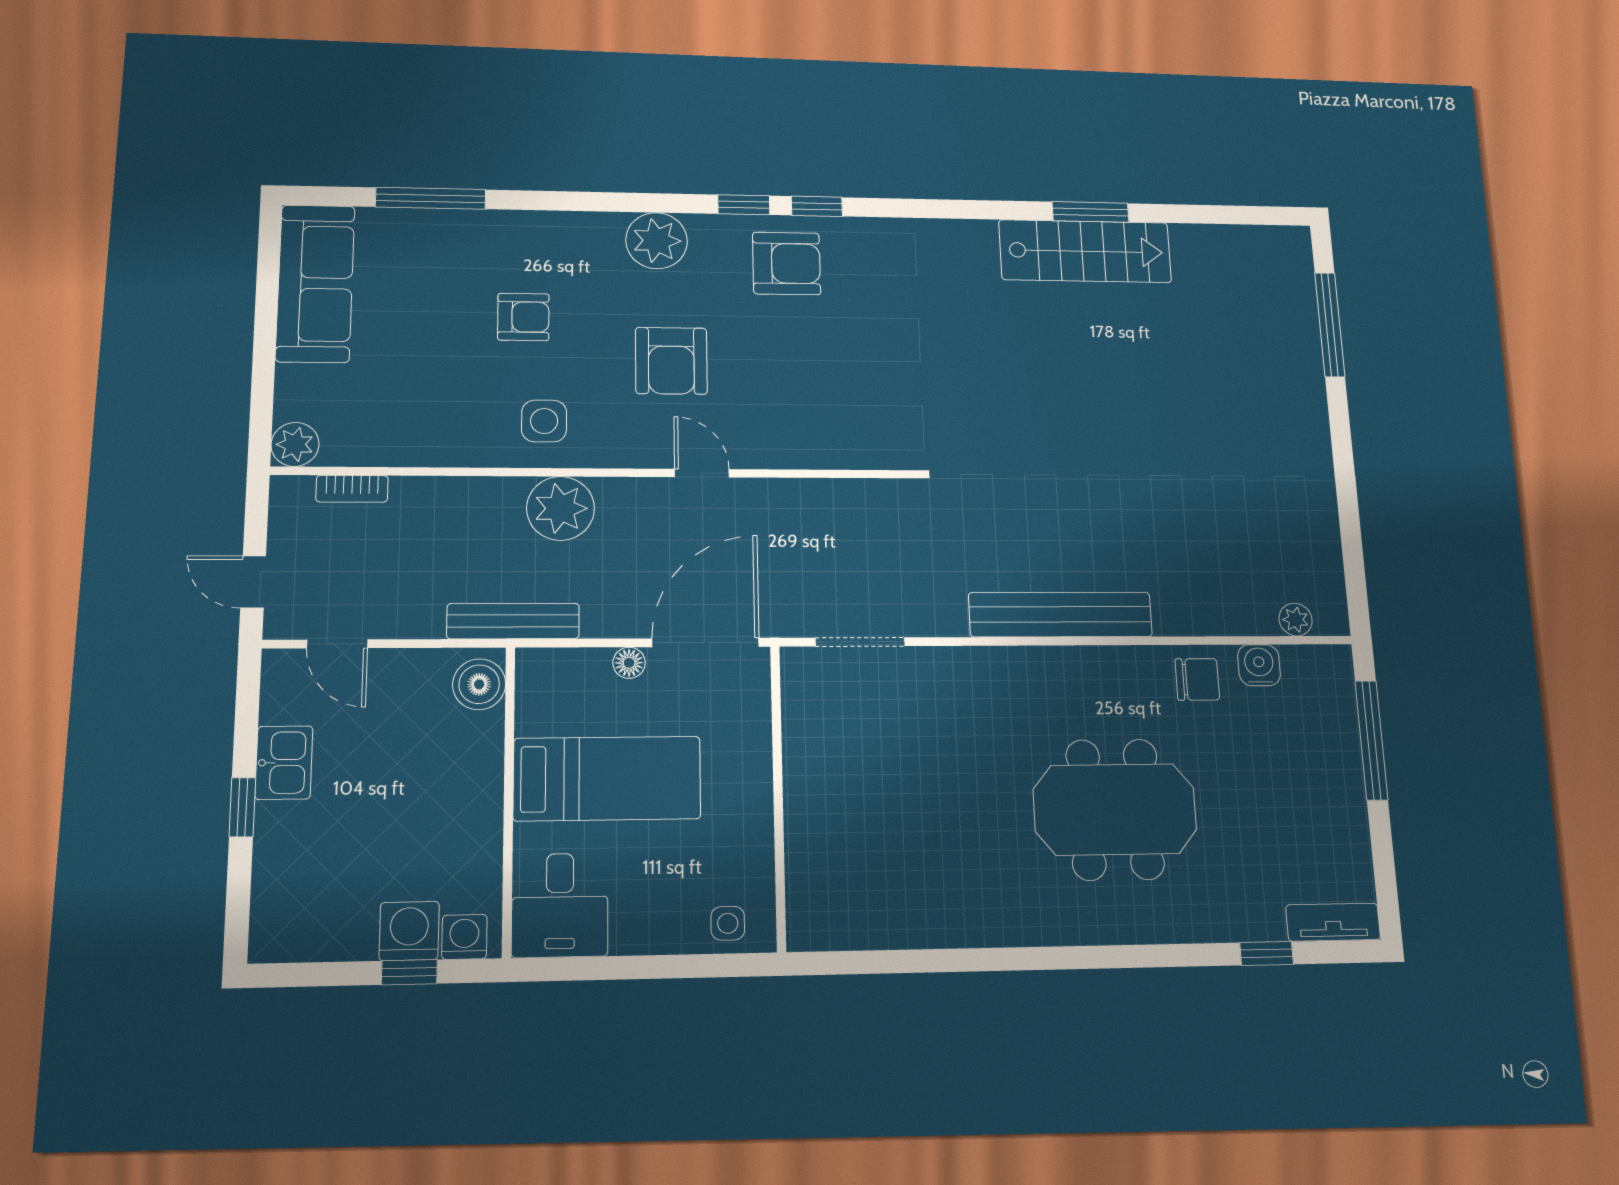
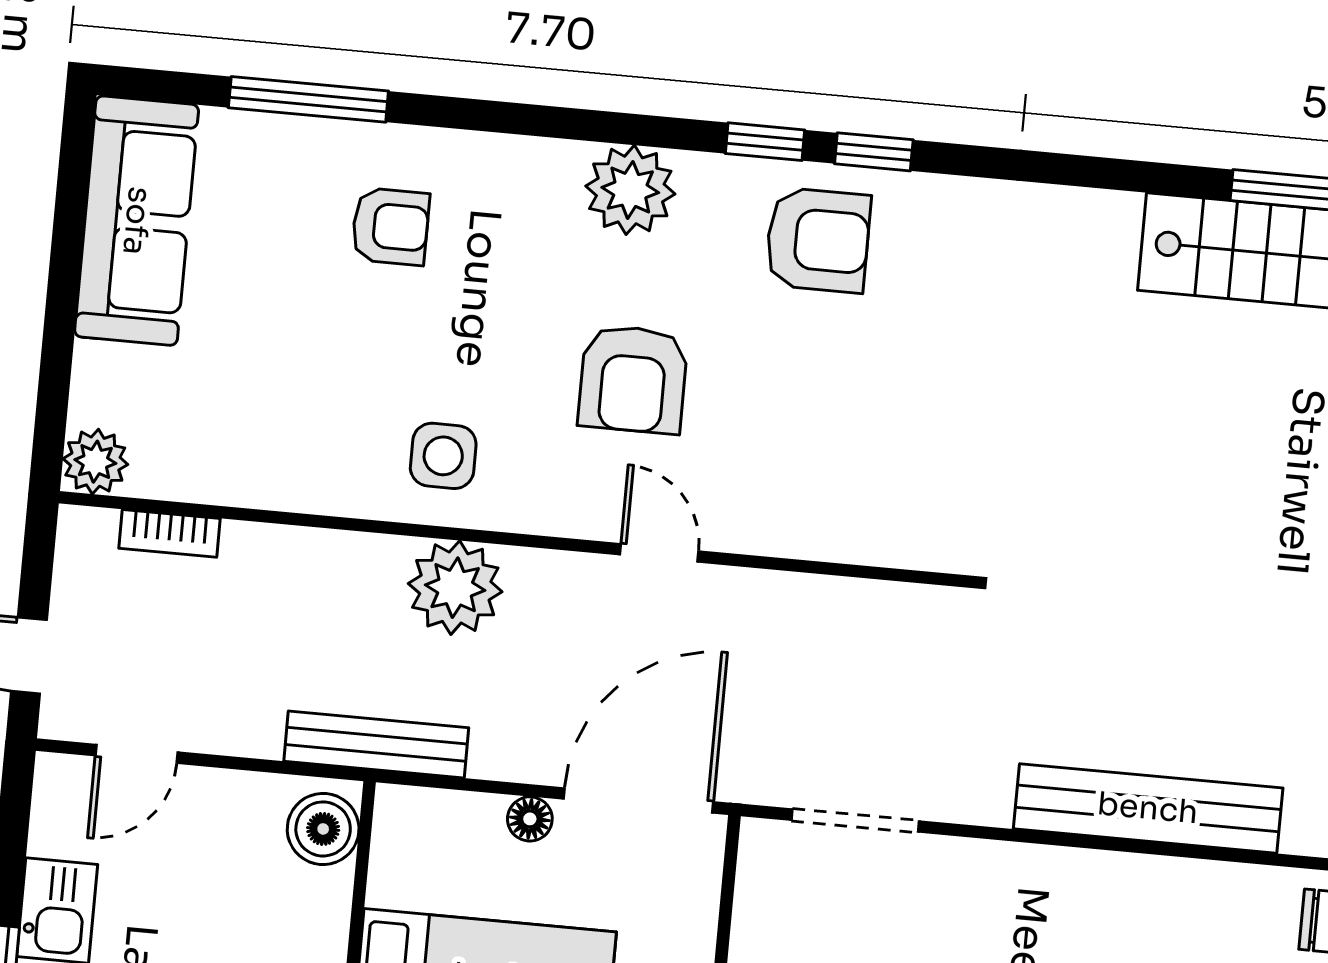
armchair: (523, 317) -> (390, 226), moved
door: (337, 644) -> (136, 754), hinge flipped

